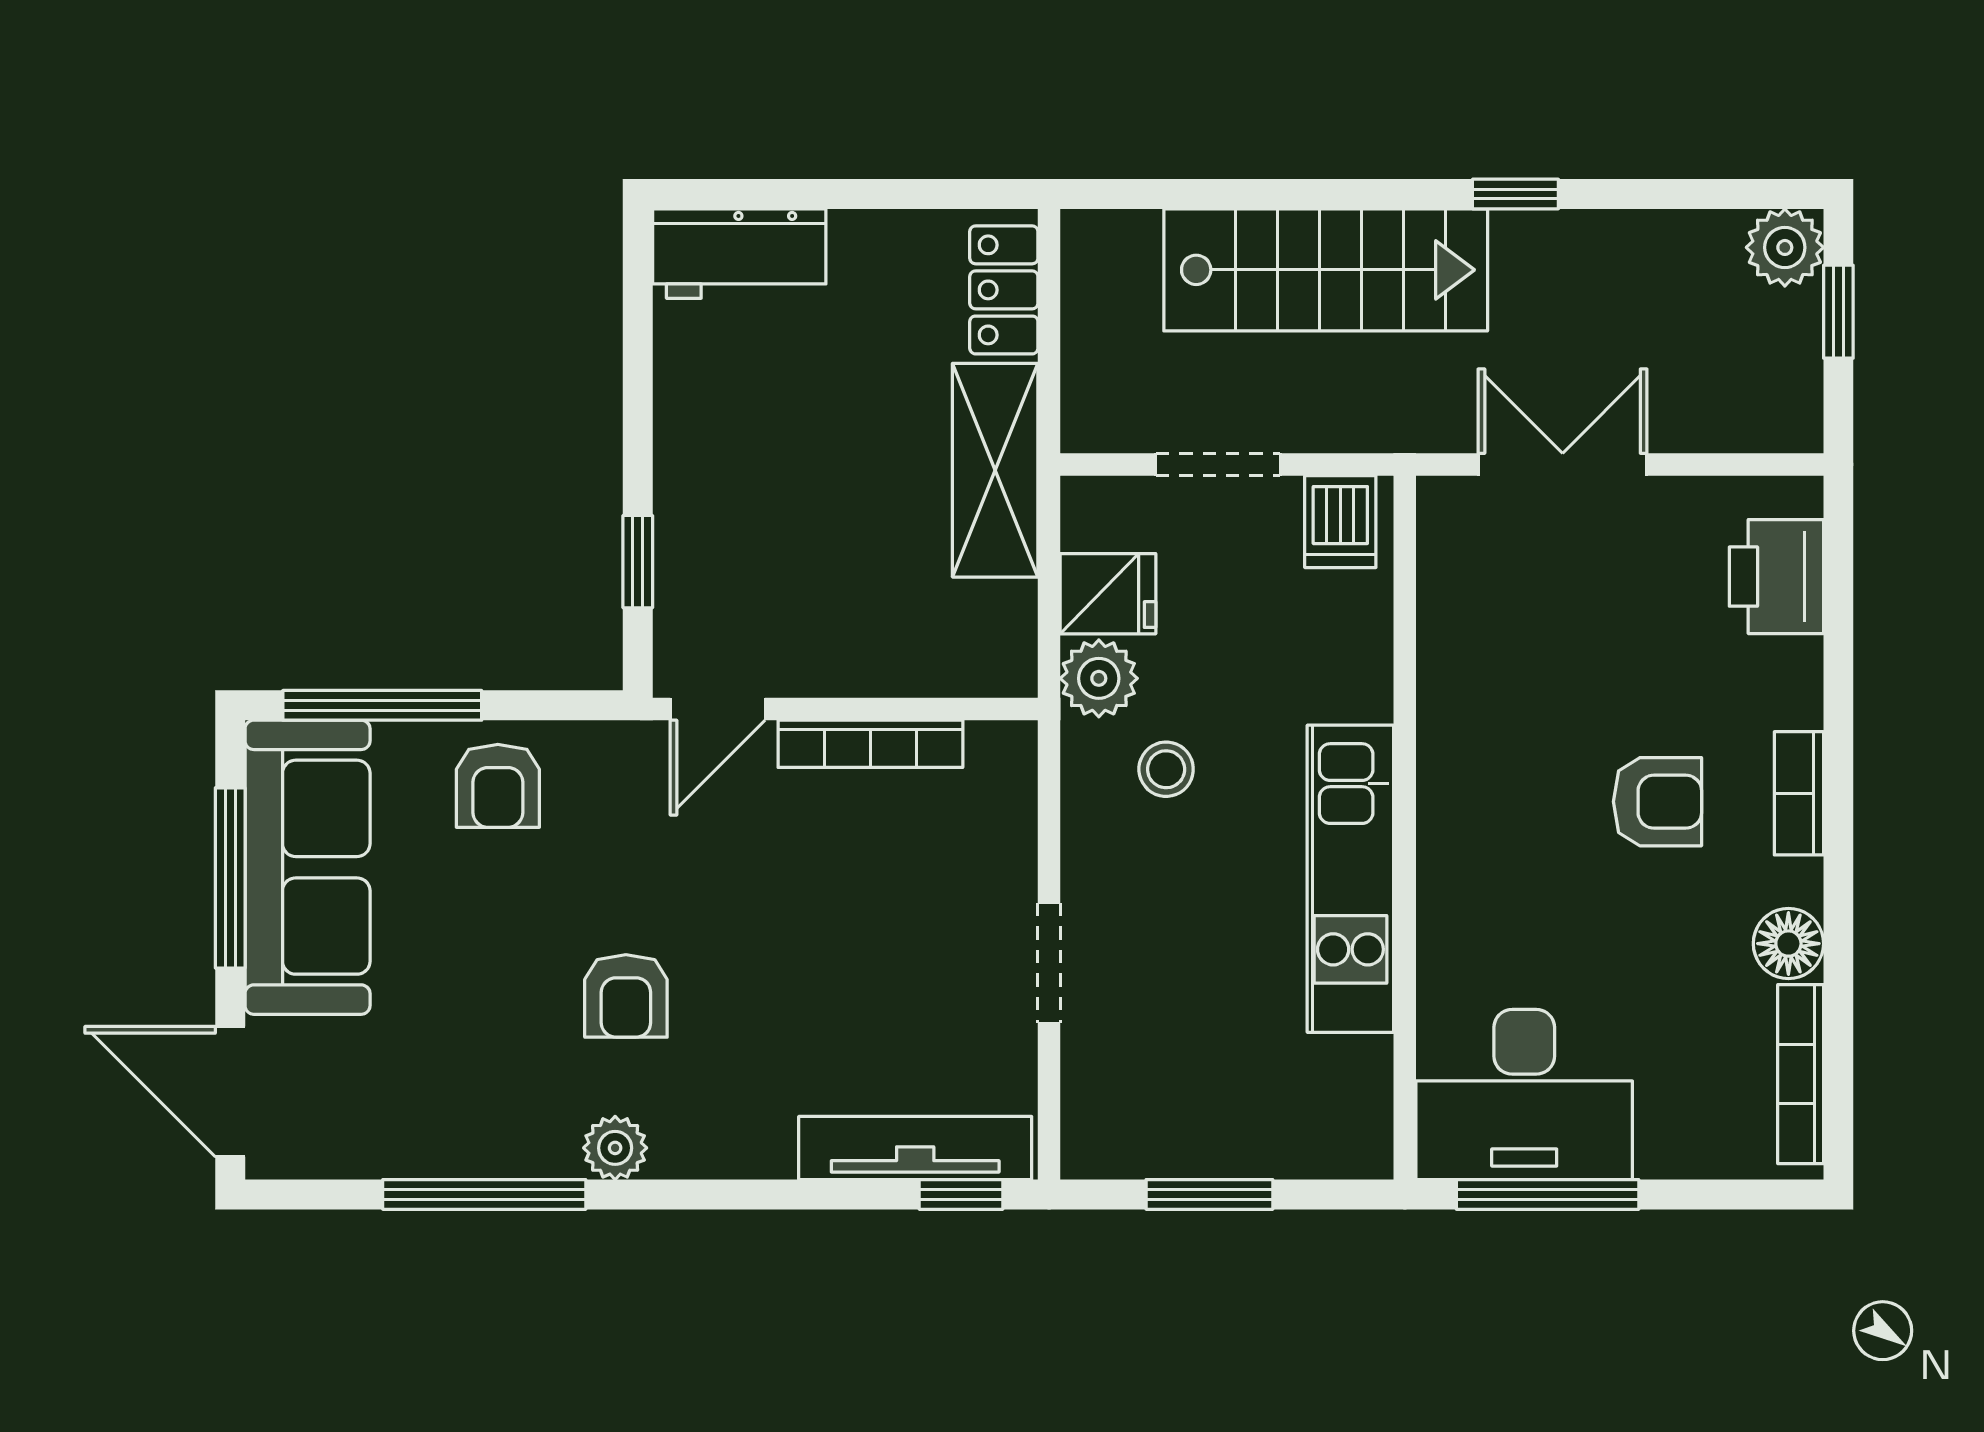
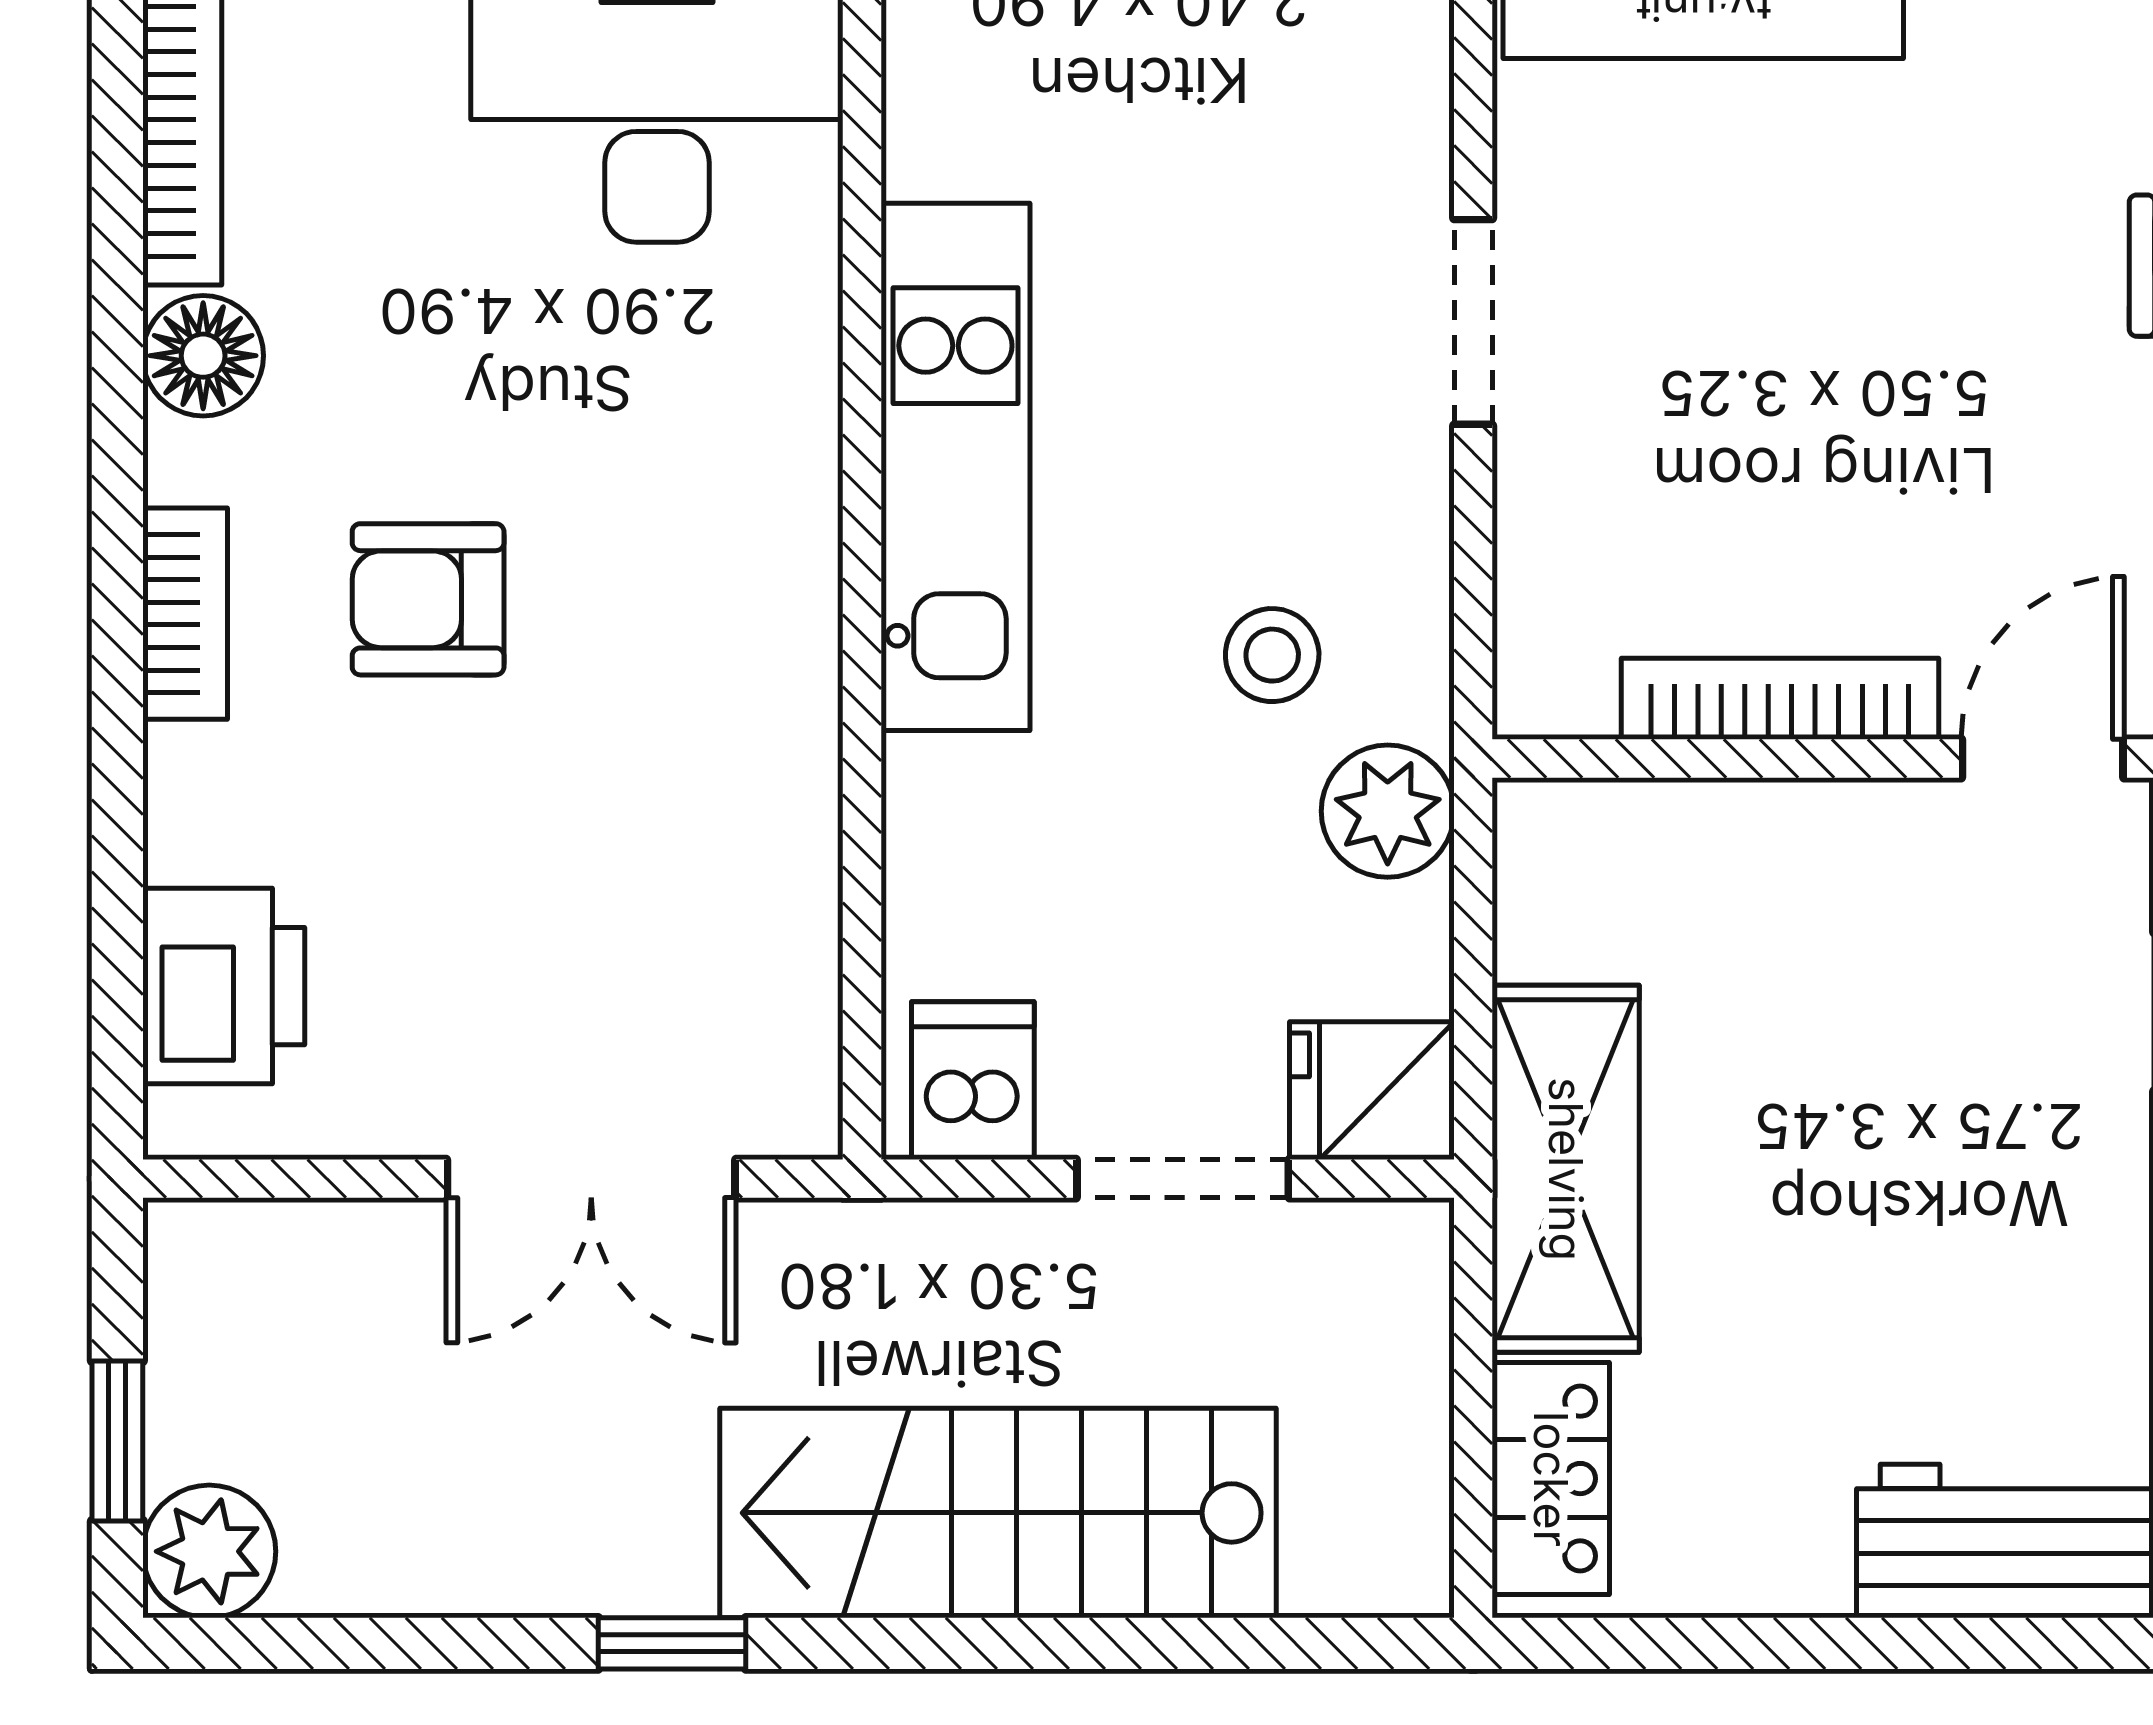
fridge: (1108, 594) -> (1372, 1091), moved

